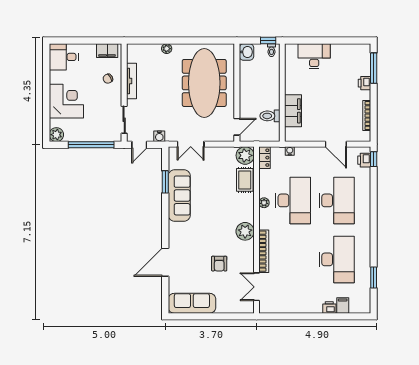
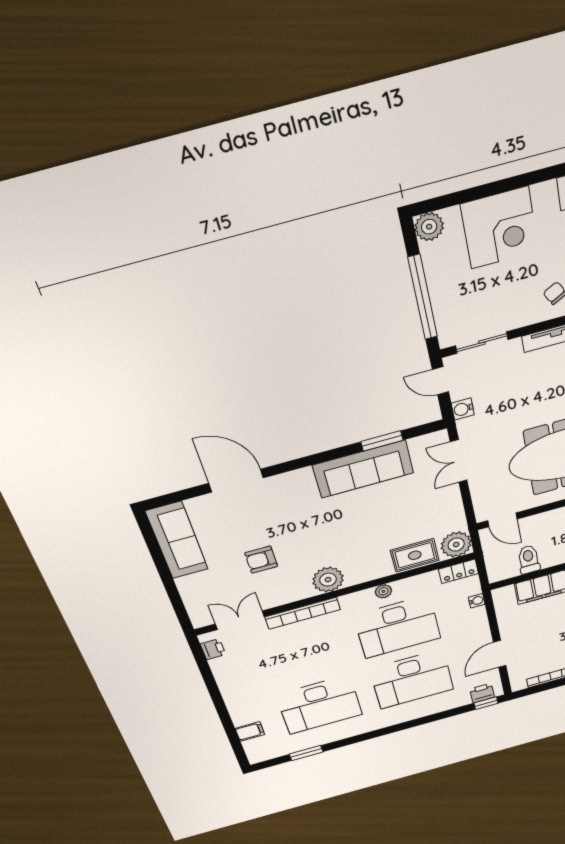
printer: (329, 307) -> (213, 649), moved

